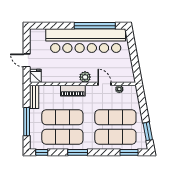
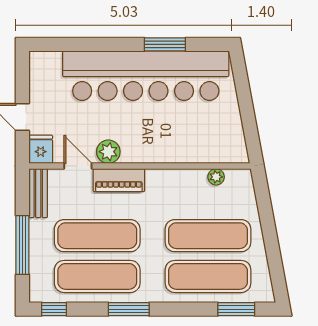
window: (95, 26) -> (165, 44), width x0.47
plant: (85, 77) -> (108, 152), moved
door: (104, 84) -> (78, 166), moved
window: (148, 131) -> (275, 265), removed

